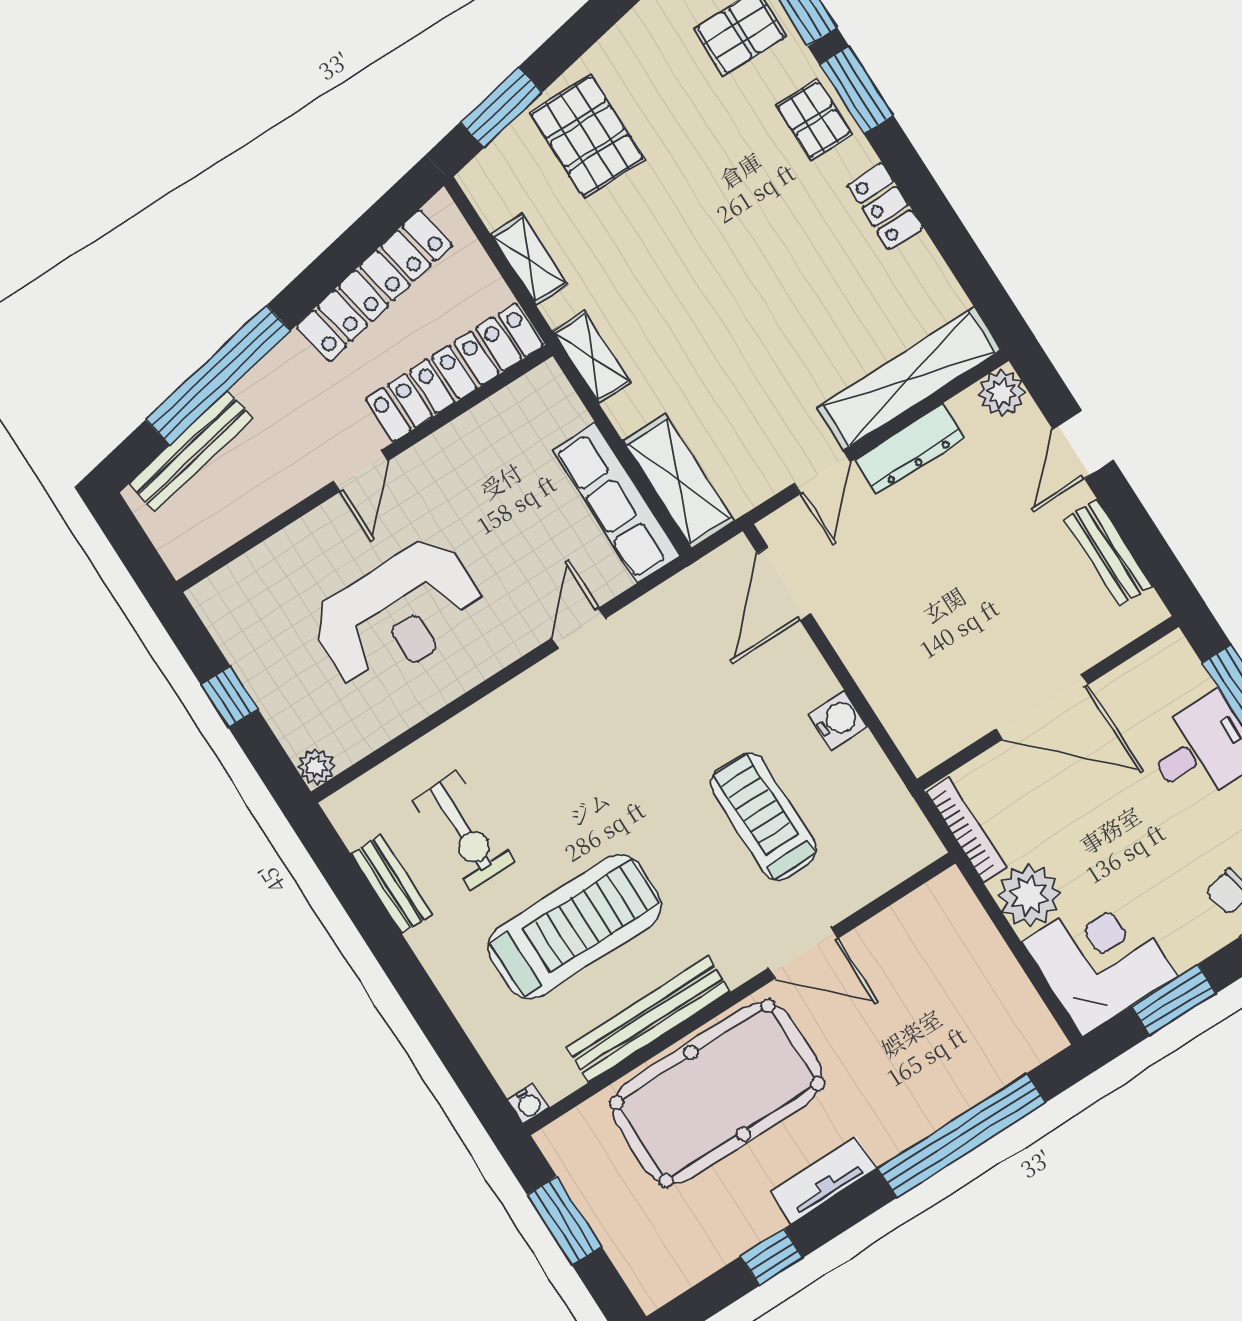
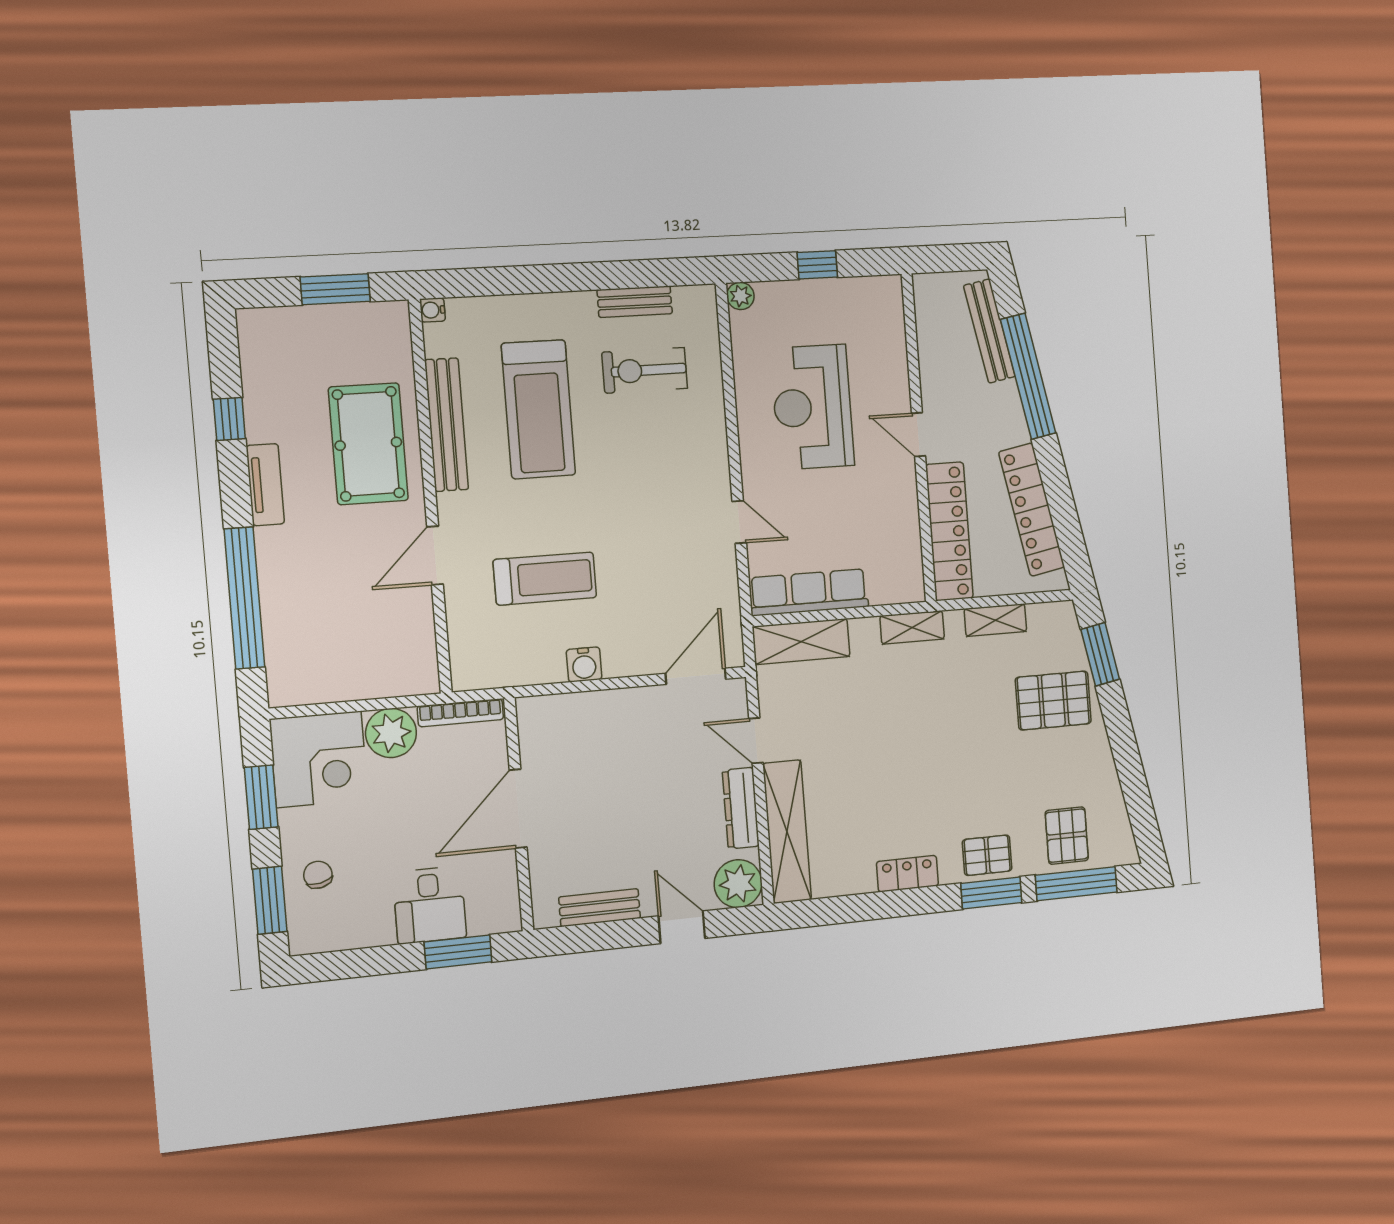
plant: (1002, 393) -> (738, 884), width x1.36, depth x1.36
door: (784, 583) -> (696, 676), hinge flipped
pool table: (717, 1093) -> (368, 444), width x0.73, depth x0.76

